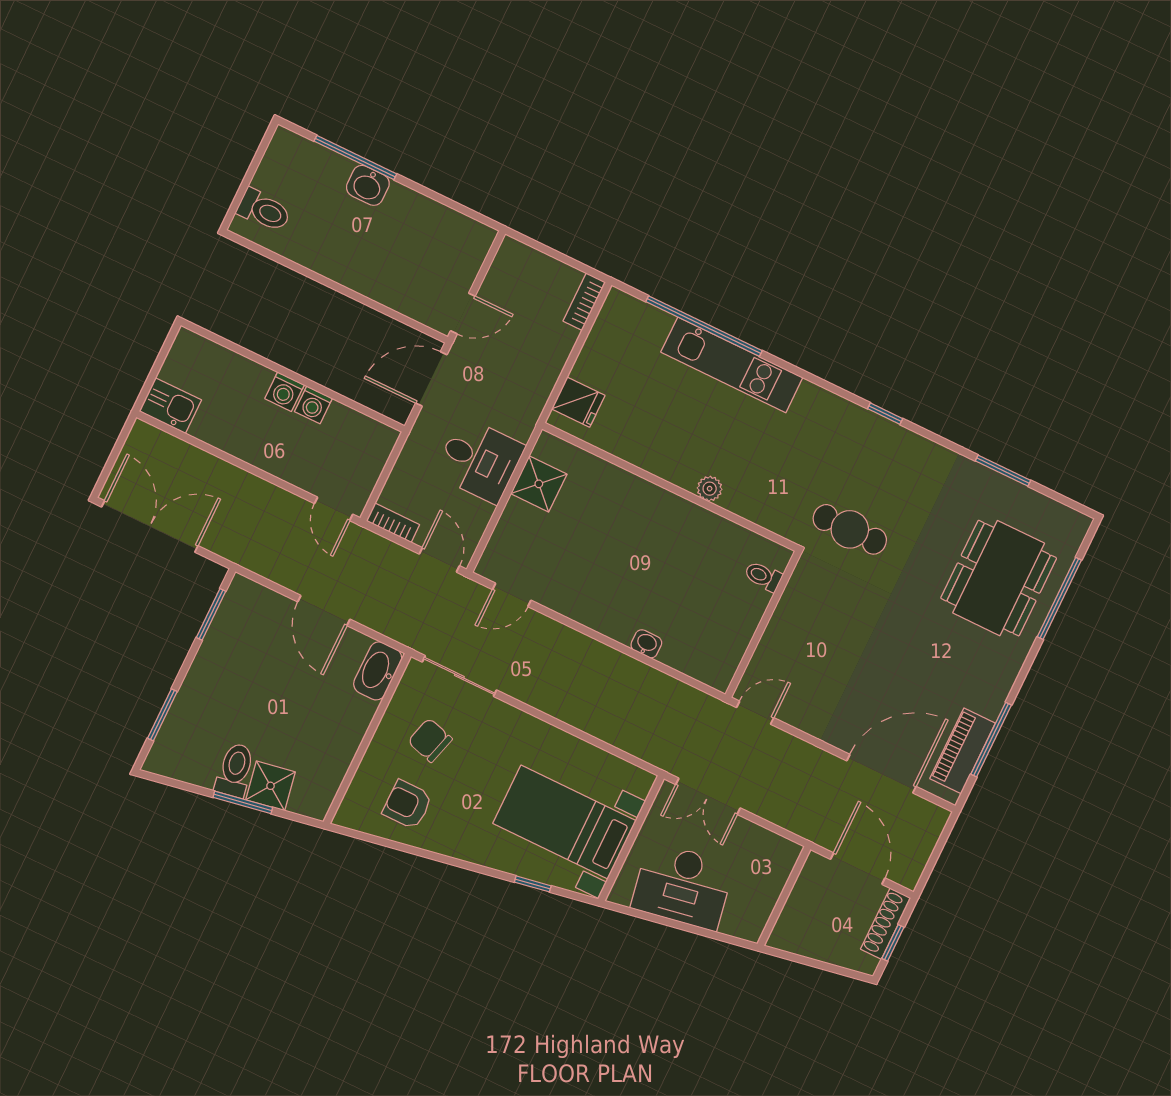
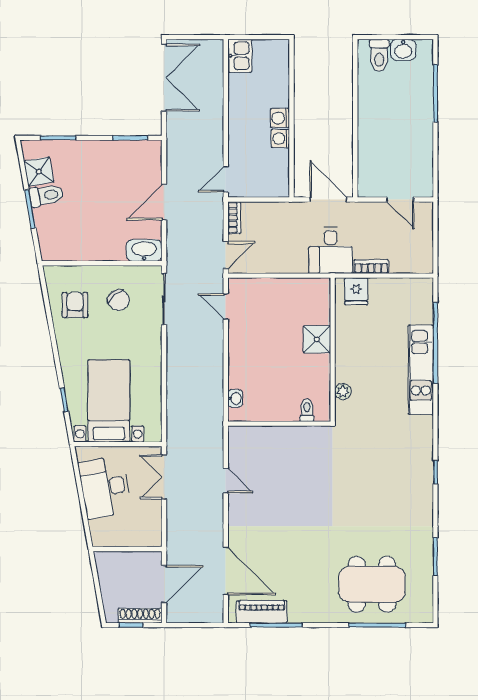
washbasin: (368, 185) -> (403, 50), moved, turned -90
bookcase: (584, 302) -> (371, 267), moved
door: (463, 314) -> (400, 200), moved
desk: (479, 460) -> (331, 250), moved
shower: (539, 484) -> (317, 339), moved
cafe table: (850, 529) -> (358, 484), removed
toilet: (763, 576) -> (307, 410), moved
wall: (763, 624) -> (279, 424), moved
chair: (430, 740) -> (119, 300), turned 123
shower: (271, 786) -> (39, 172), moved

